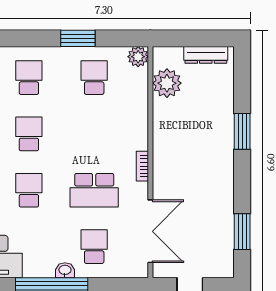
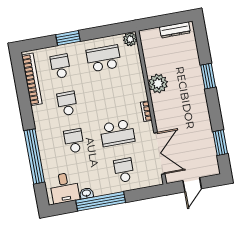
window: (78, 38) -> (68, 38), moved
school desk: (94, 78) -> (104, 58), width x1.85
plant: (167, 83) -> (158, 83), moved
washbasin: (65, 270) -> (86, 193), moved

